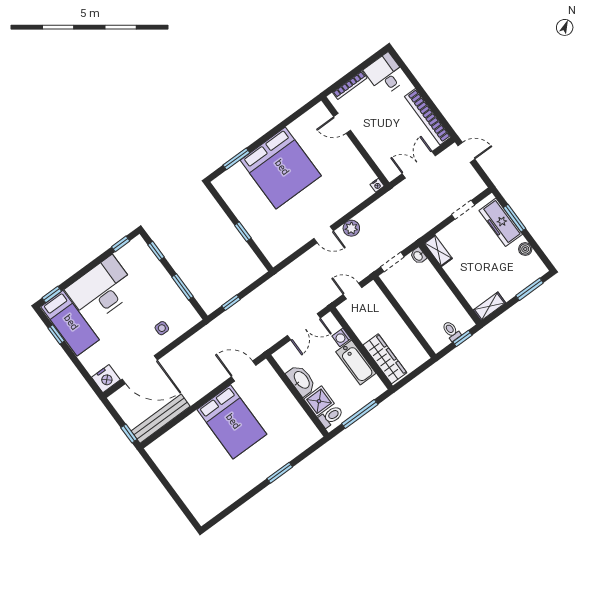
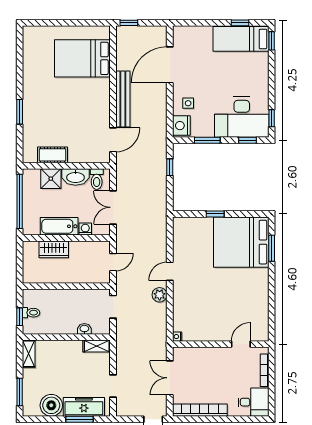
double door: (419, 165) -> (170, 378), swing flipped
bed: (281, 168) -> (241, 242), moved
boiler: (525, 249) -> (51, 405), width x1.86, depth x1.86
washbasin: (418, 256) -> (84, 329), moved
desk: (101, 290) -> (242, 117), moved, turned 90
wardrobe: (385, 359) -> (54, 249), width x0.67
nightstand: (106, 379) -> (181, 126), moved
window: (360, 414) -> (20, 201), width x1.46
cot: (297, 415) -> (53, 155), added
toilet: (331, 416) -> (97, 179), moved
bench: (161, 419) -> (123, 99), moved
bed: (232, 422) -> (82, 58), moved

